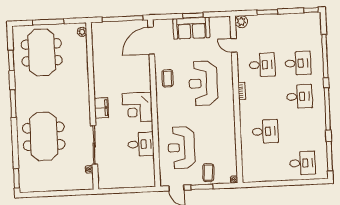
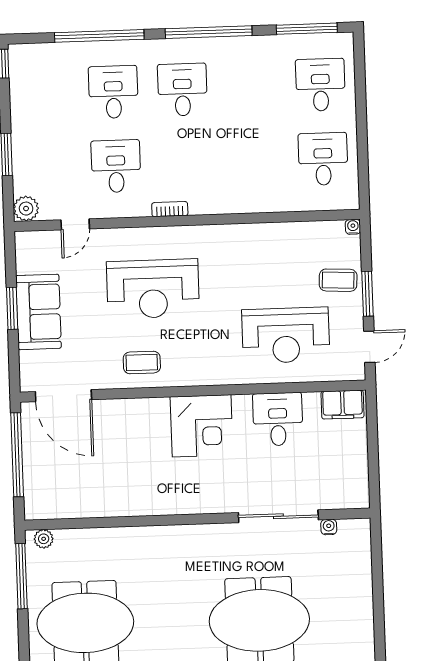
window: (48, 22) -> (21, 576), moved
filing cabinet: (101, 108) -> (343, 405), moved, turned 180
desk: (265, 131) -> (323, 159), moved

